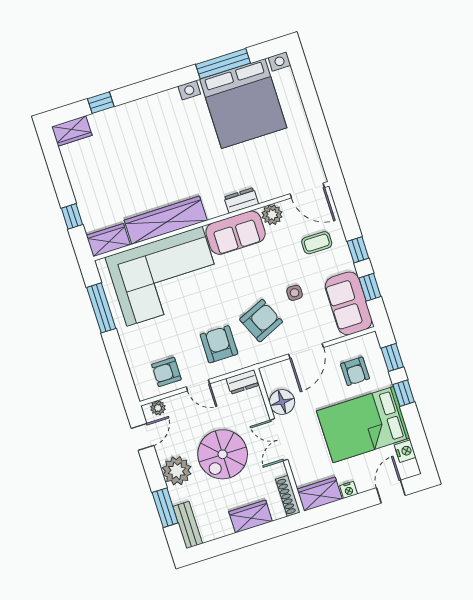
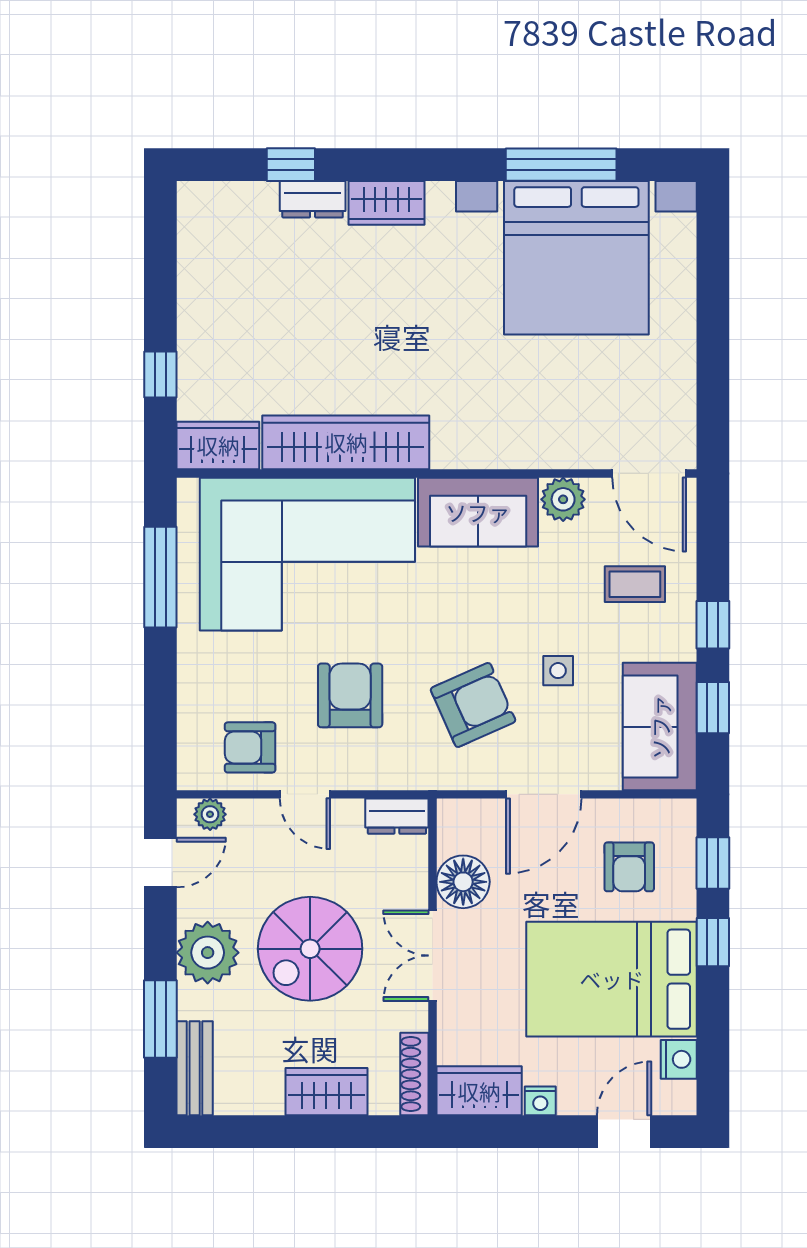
wardrobe: (72, 131) -> (386, 203), moved
dresser: (241, 200) -> (313, 199), moved, turned 180
armchair: (219, 344) -> (350, 695), moved

